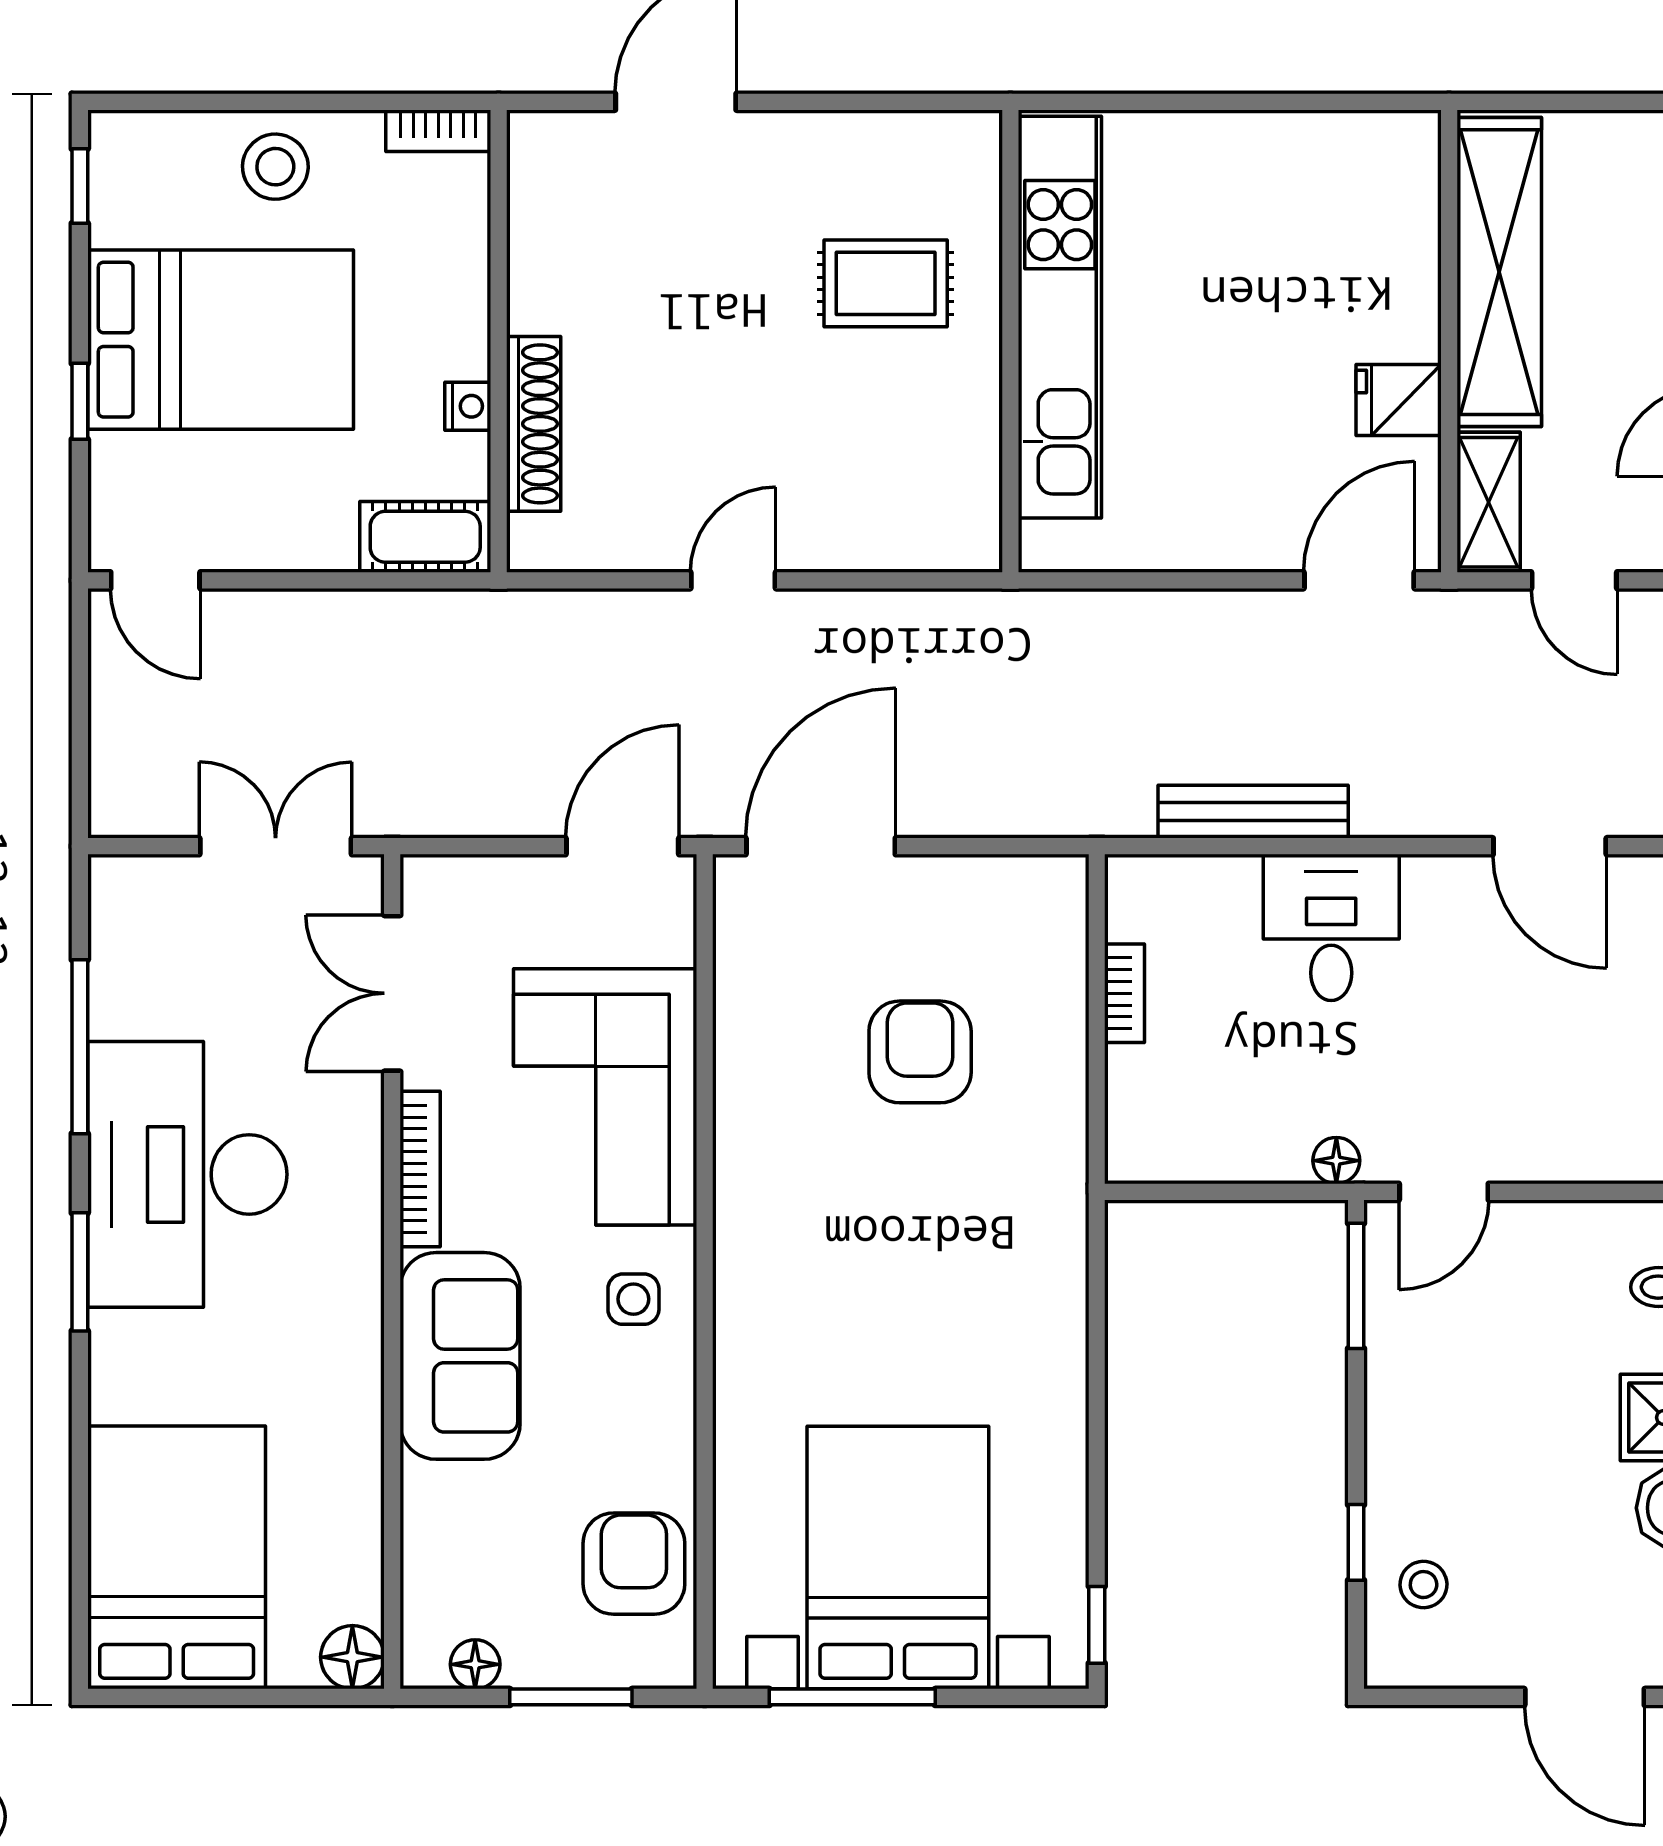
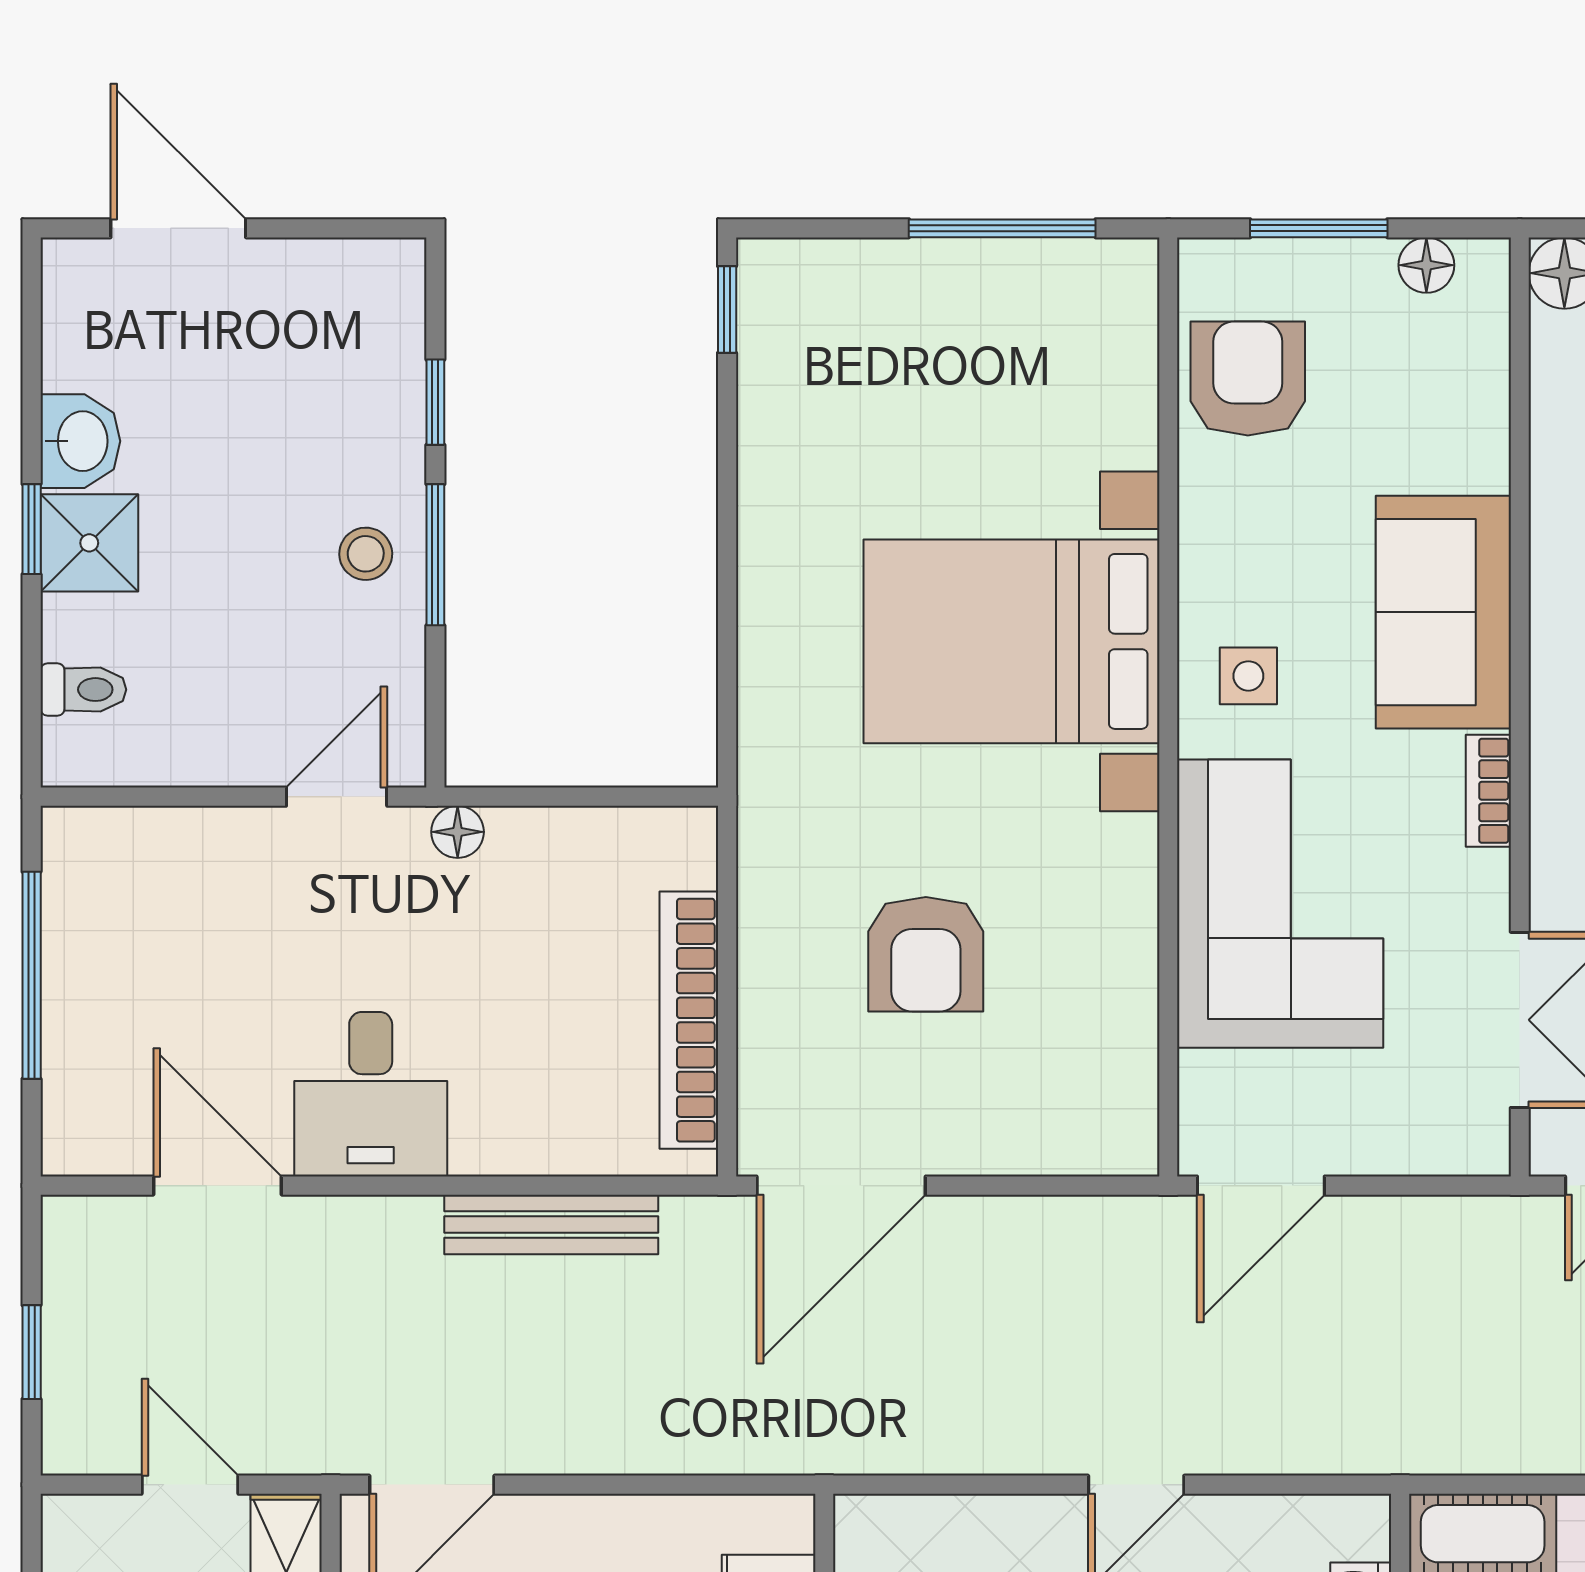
door: (821, 846) -> (841, 1186), moved
desk: (1331, 927) -> (371, 1094), moved
bookcase: (1125, 993) -> (689, 1020), width x2.31, depth x1.31
bookcase: (420, 1169) -> (1488, 791), width x0.64
window: (1356, 1286) -> (435, 555), moved
bed with nightstands: (898, 1558) -> (1011, 641), moved, turned 90
armchair: (634, 1564) -> (1248, 378), turned 180
stool: (1424, 1585) -> (366, 554), moved

